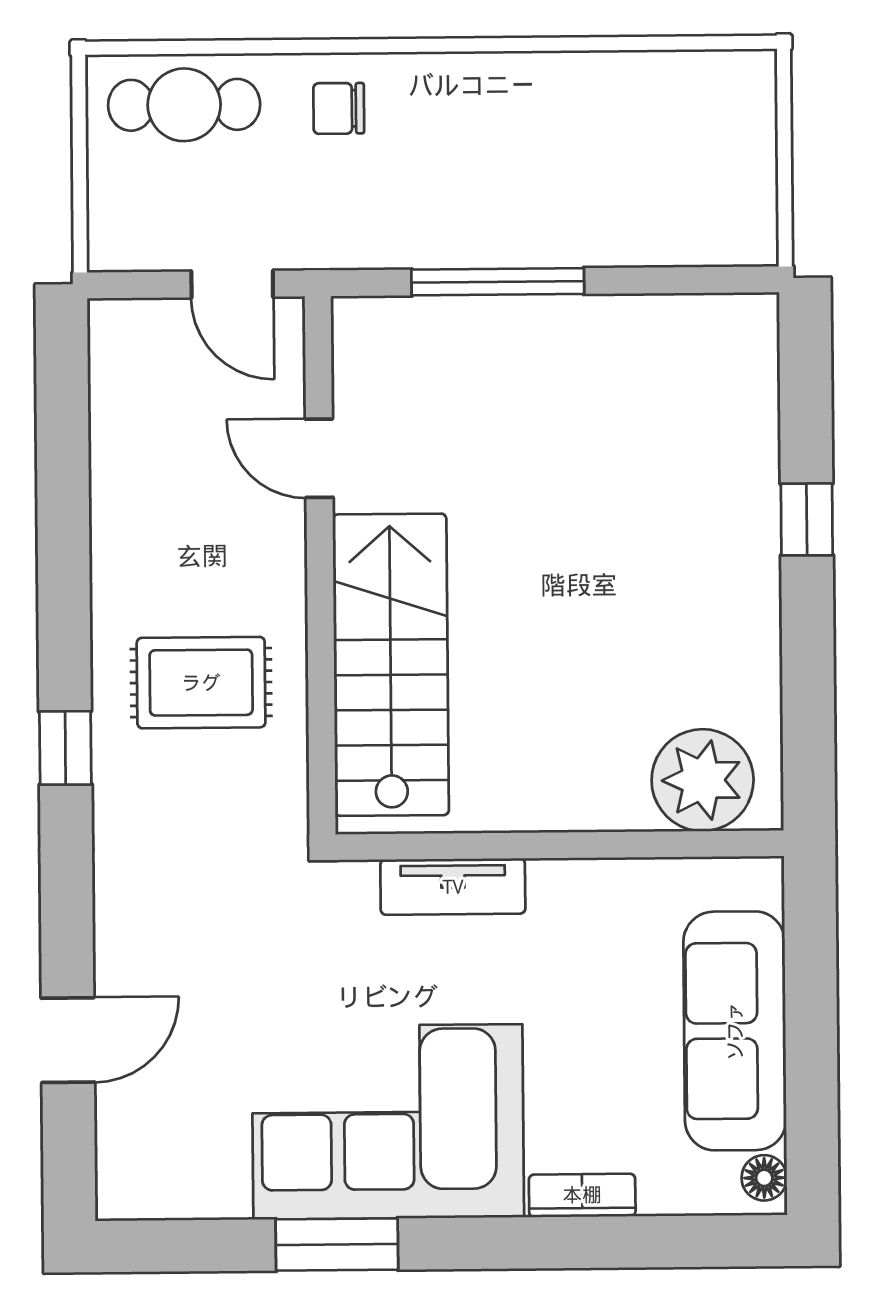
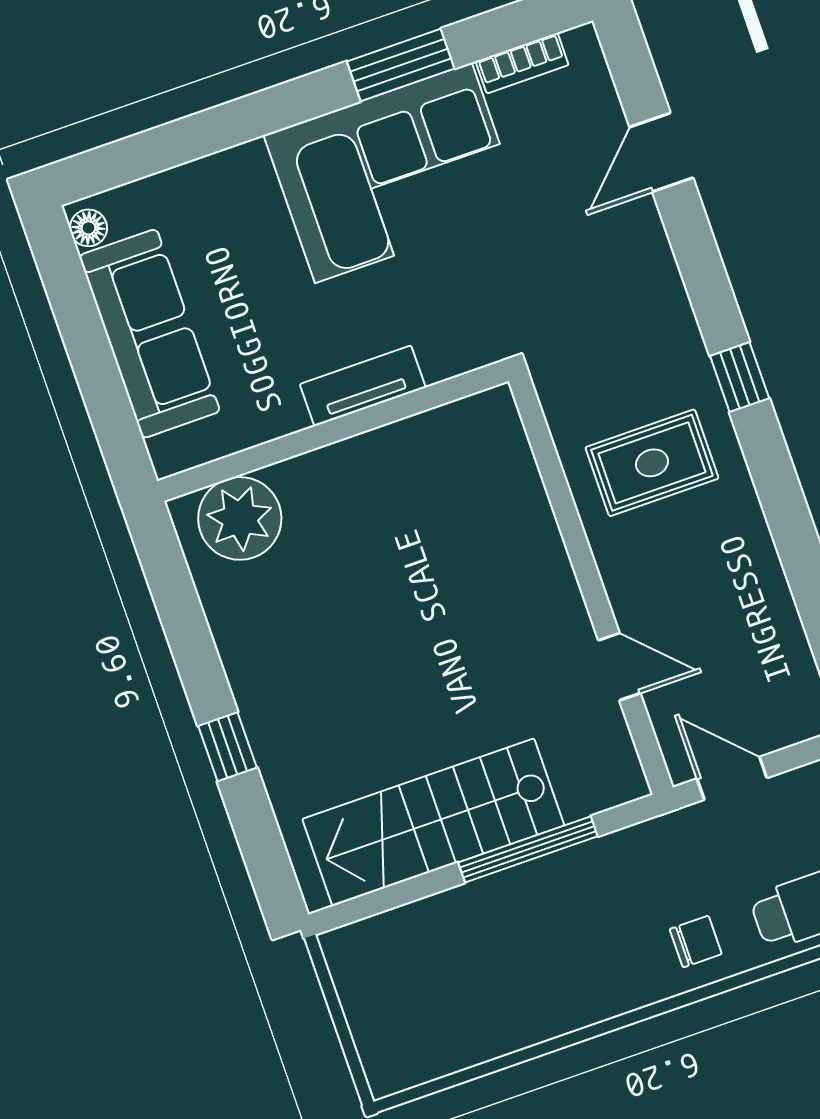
stairs: (391, 665) -> (433, 822), moved, turned 90
tv unit: (453, 887) -> (363, 386), moved
bookcase: (582, 1195) -> (522, 63), moved

